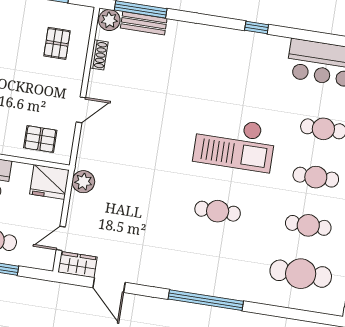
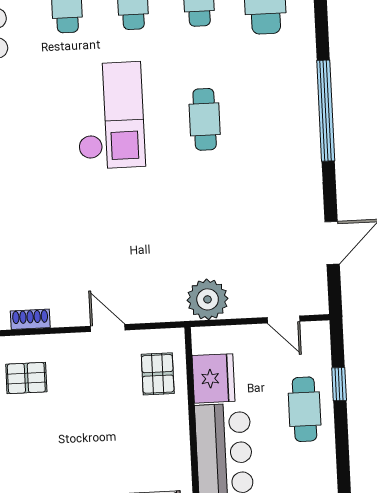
fridge: (49, 182) -> (213, 378), moved
plant: (83, 182) -> (208, 299), width x1.36, depth x1.36
wardrobe: (78, 265) -> (314, 290), removed

